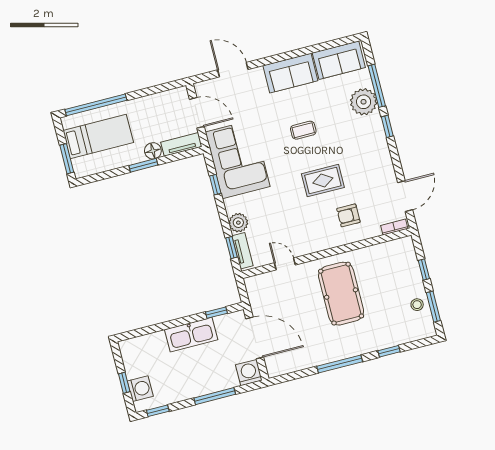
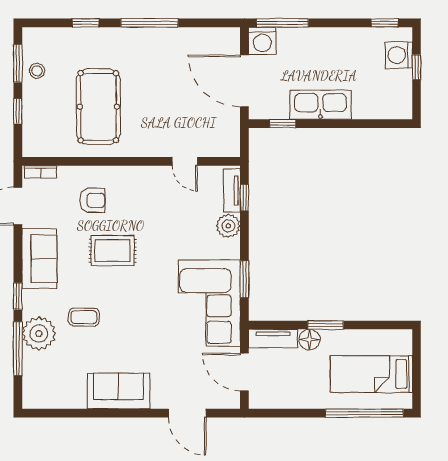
sofa: (339, 60) -> (39, 259), moved, turned 90
coffee table: (303, 130) -> (84, 317), moved
window: (67, 159) -> (417, 357), removed
window: (215, 185) -> (244, 279), width x1.50
pool table: (341, 294) -> (98, 107), moved
window: (215, 396) -> (282, 23), moved

